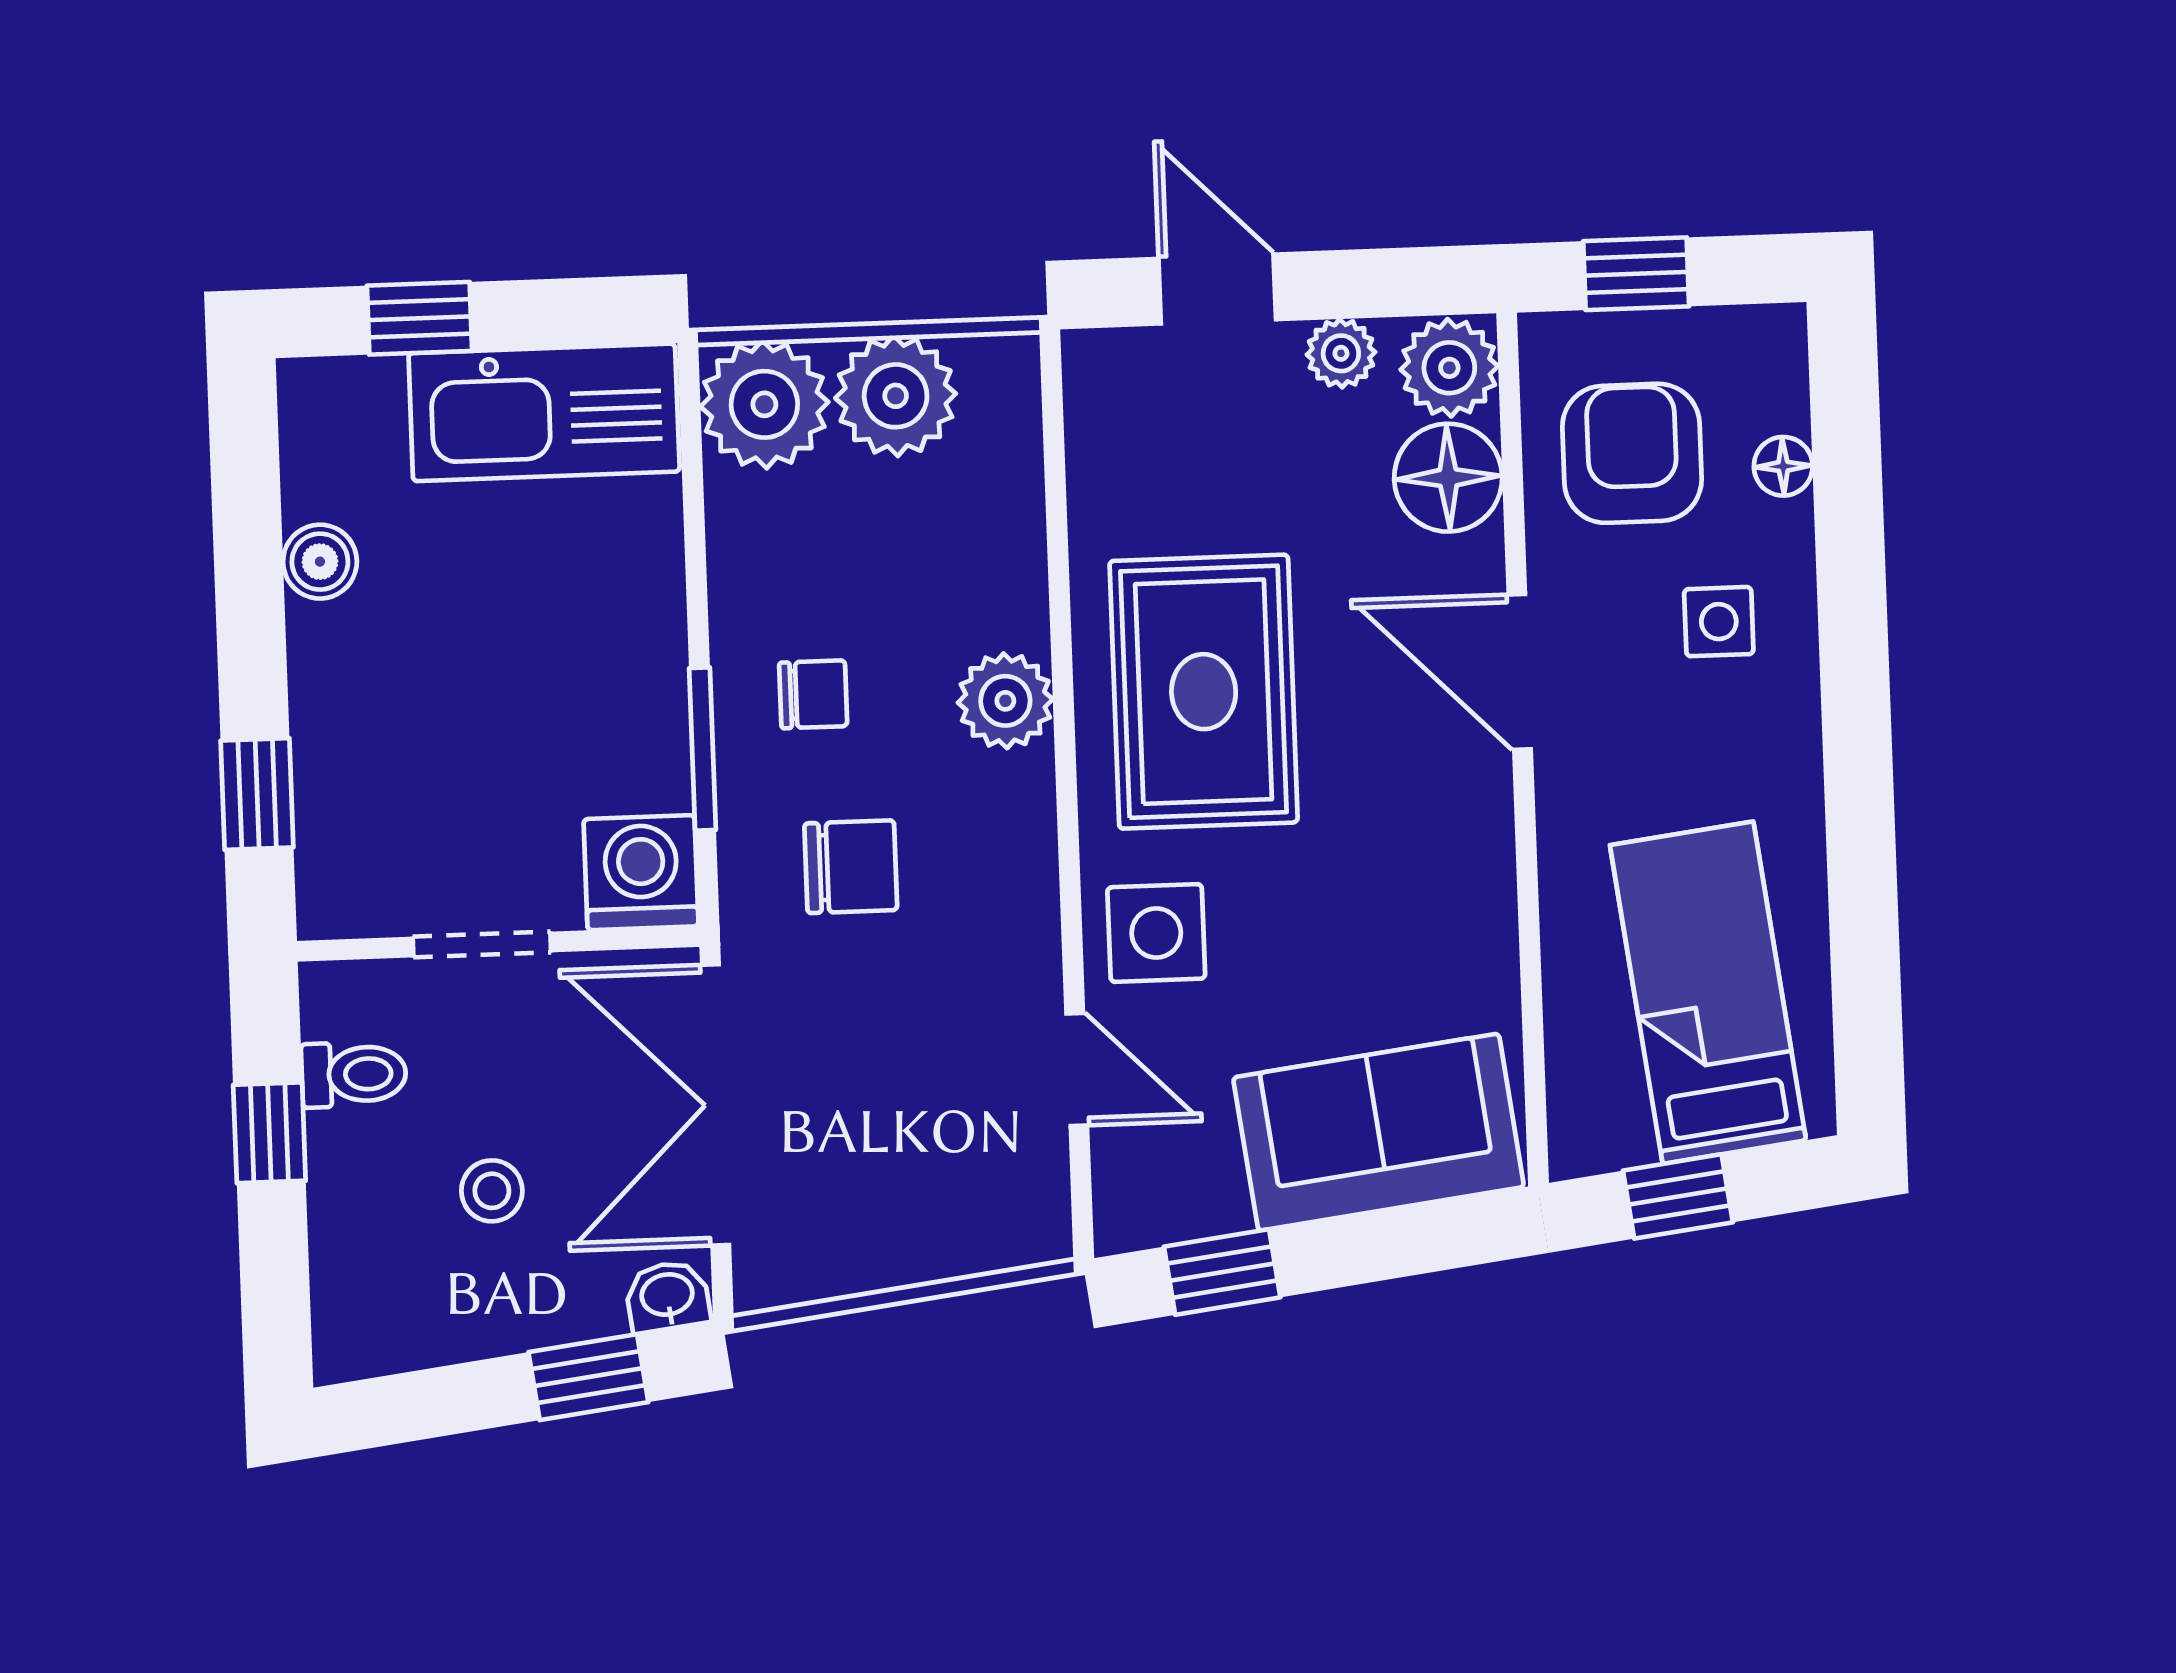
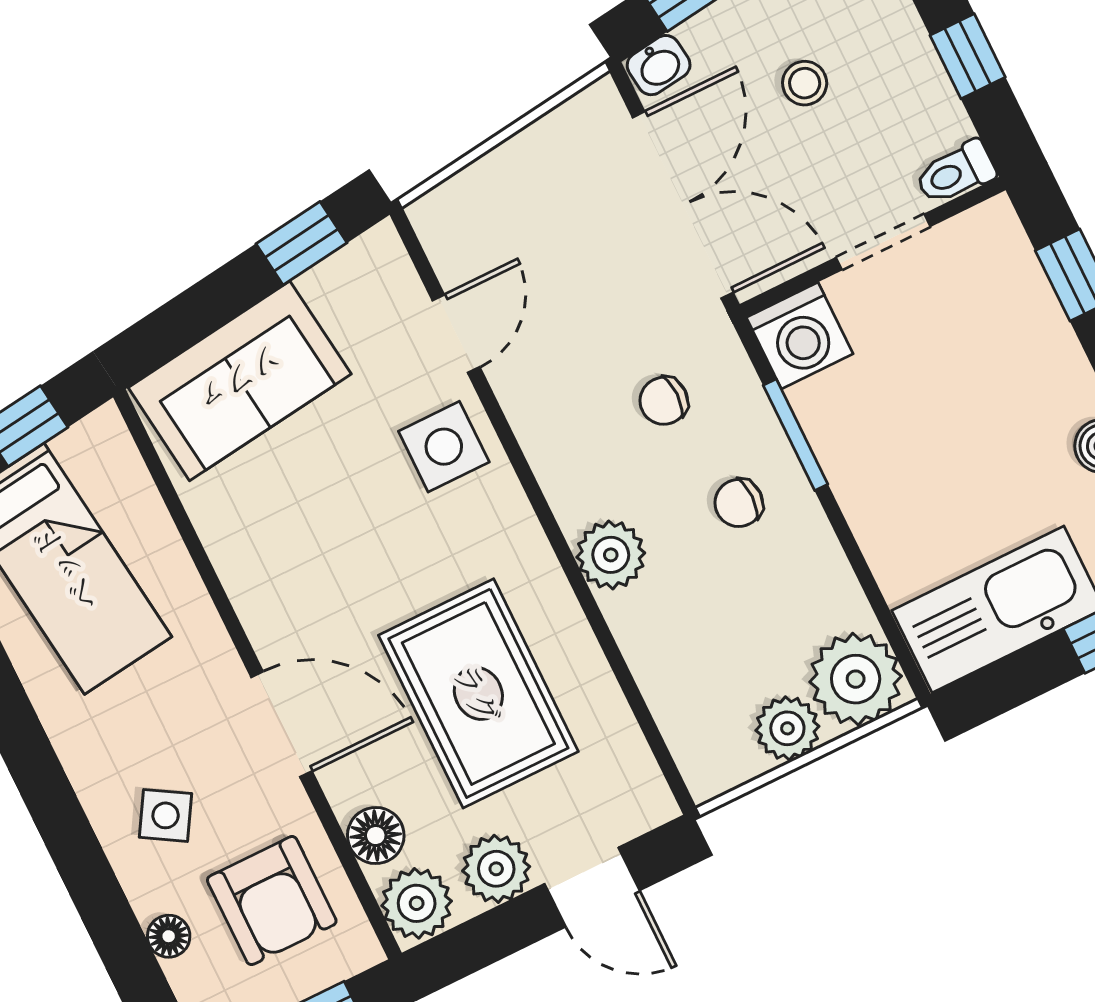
plant: (1341, 353) -> (496, 869), width x1.38, depth x1.38
plant: (896, 396) -> (787, 728), width x0.73, depth x0.73
floor lamp: (1448, 478) -> (376, 836), width x0.73, depth x0.73
side table: (1719, 622) -> (166, 815), turned 31
rug: (1204, 692) -> (478, 693), moved
chair: (851, 867) -> (664, 401), width x0.73, depth x0.73
door: (1077, 1069) -> (456, 334), swing flipped
toilet: (354, 1074) -> (955, 173), moved

